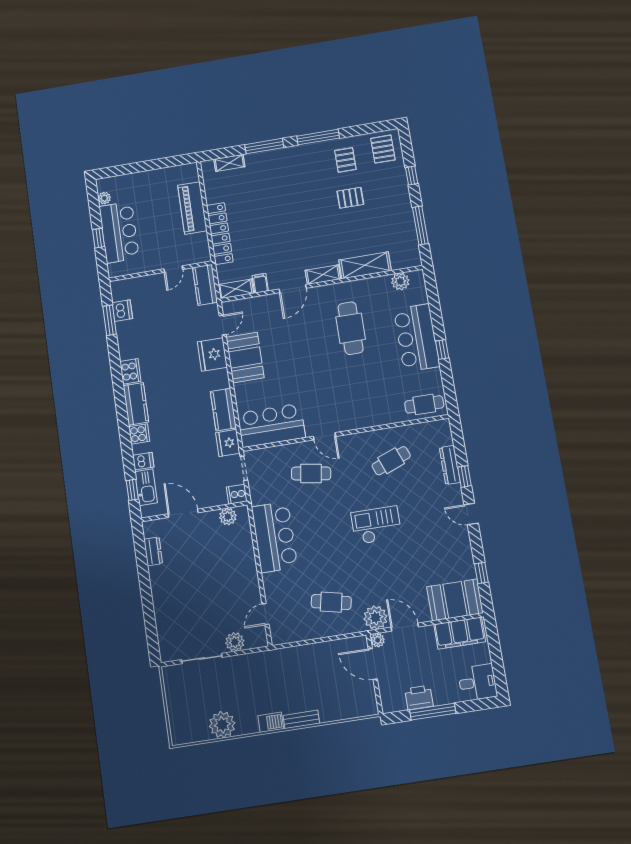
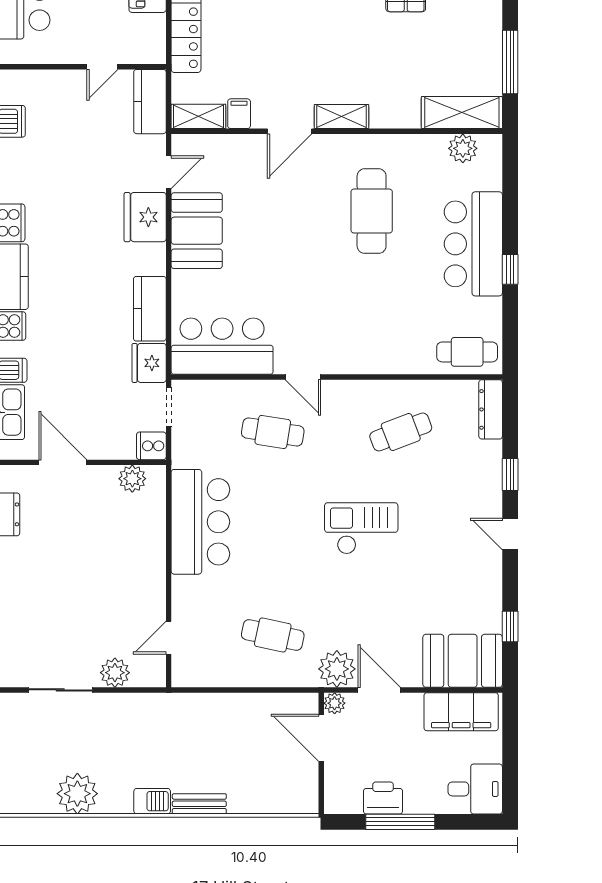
shelving: (365, 265) -> (462, 113), moved
dresser: (450, 465) -> (491, 409), moved

